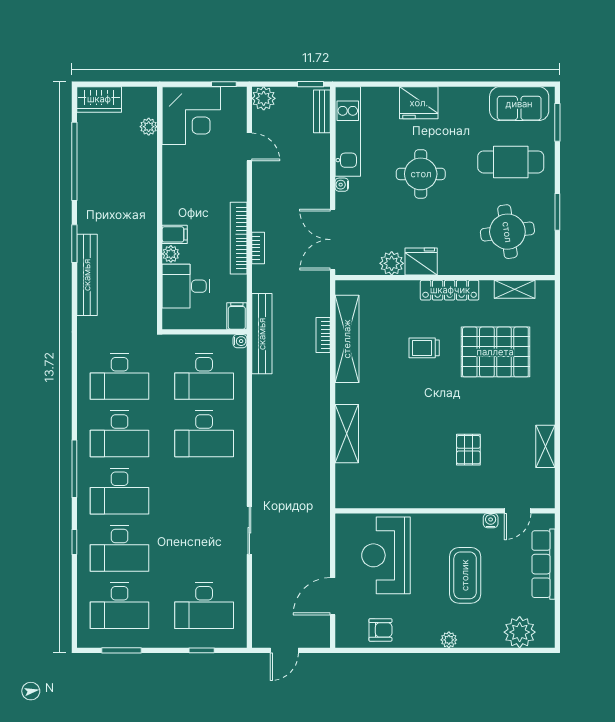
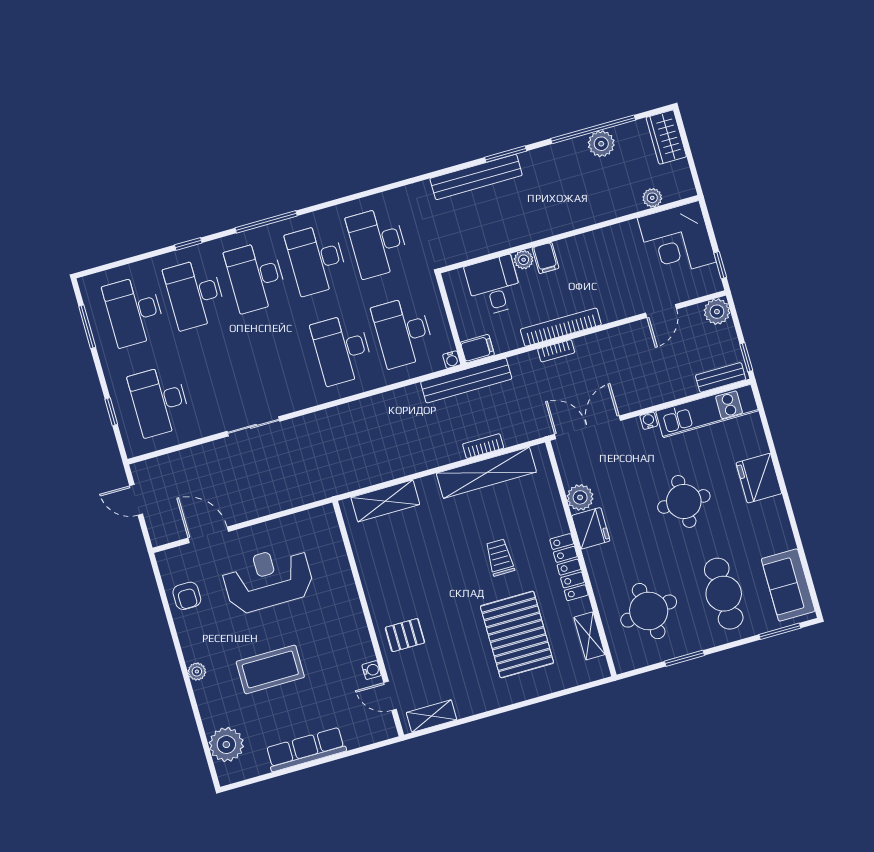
plant: (89, 158) -> (601, 144), added
wall: (445, 511) -> (368, 619), moved
door: (518, 511) -> (390, 696), moved
water cooler: (491, 521) -> (372, 670), moved

